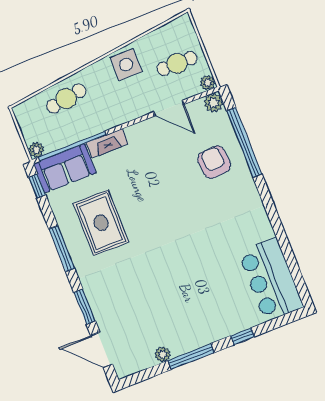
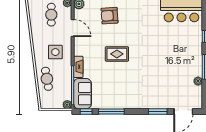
side table: (126, 65) -> (55, 52), moved
door: (169, 108) -> (73, 28), hinge flipped
rug: (101, 223) -> (117, 54), moved, width x0.73, depth x0.70
window: (62, 249) -> (111, 112), moved

